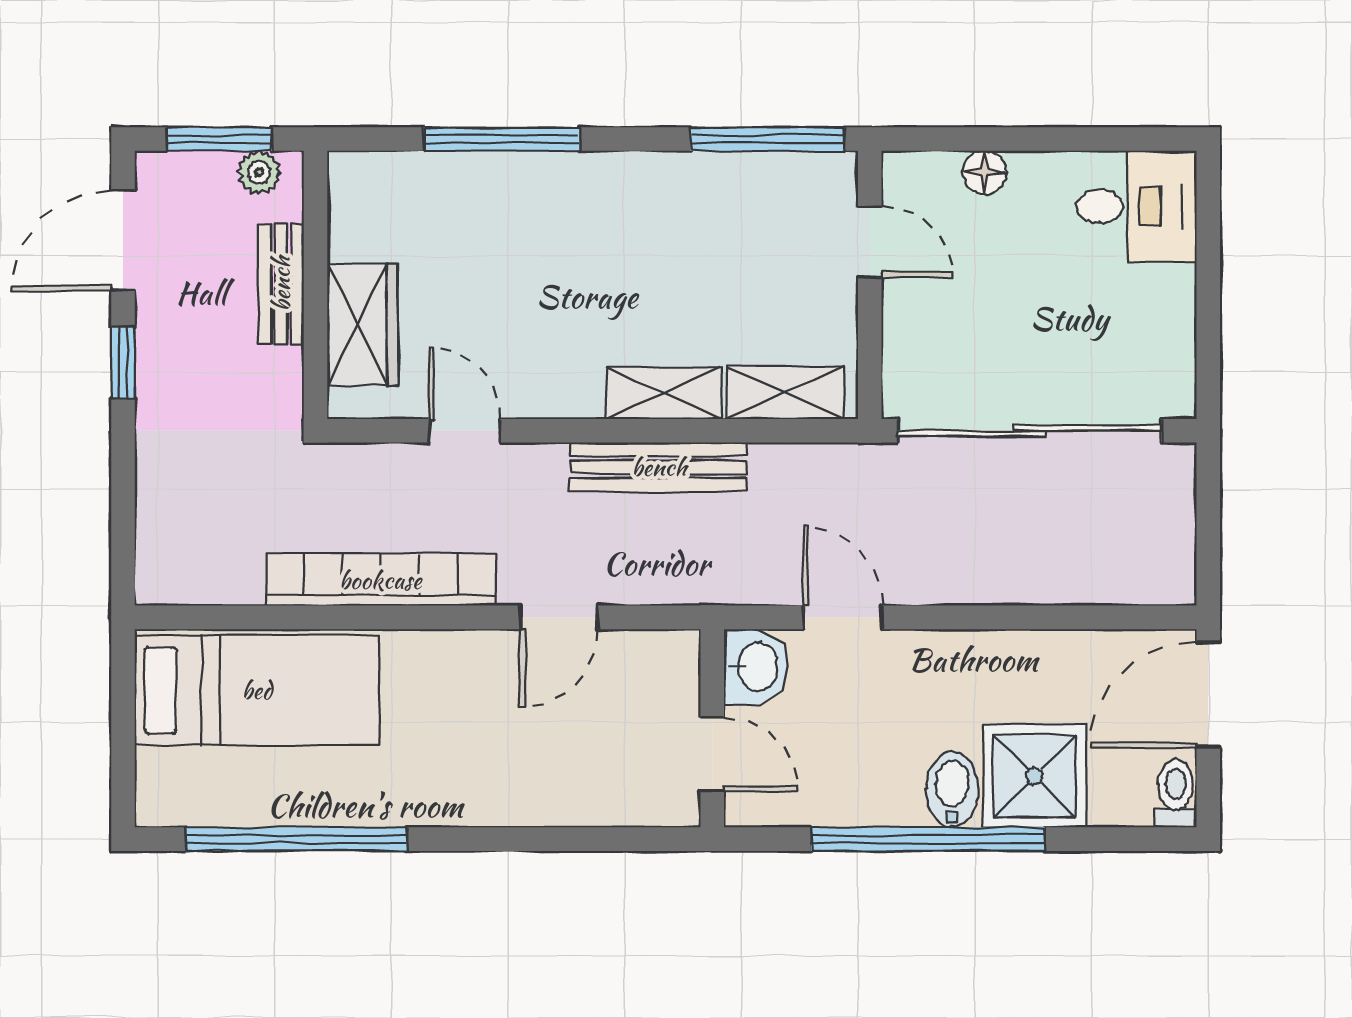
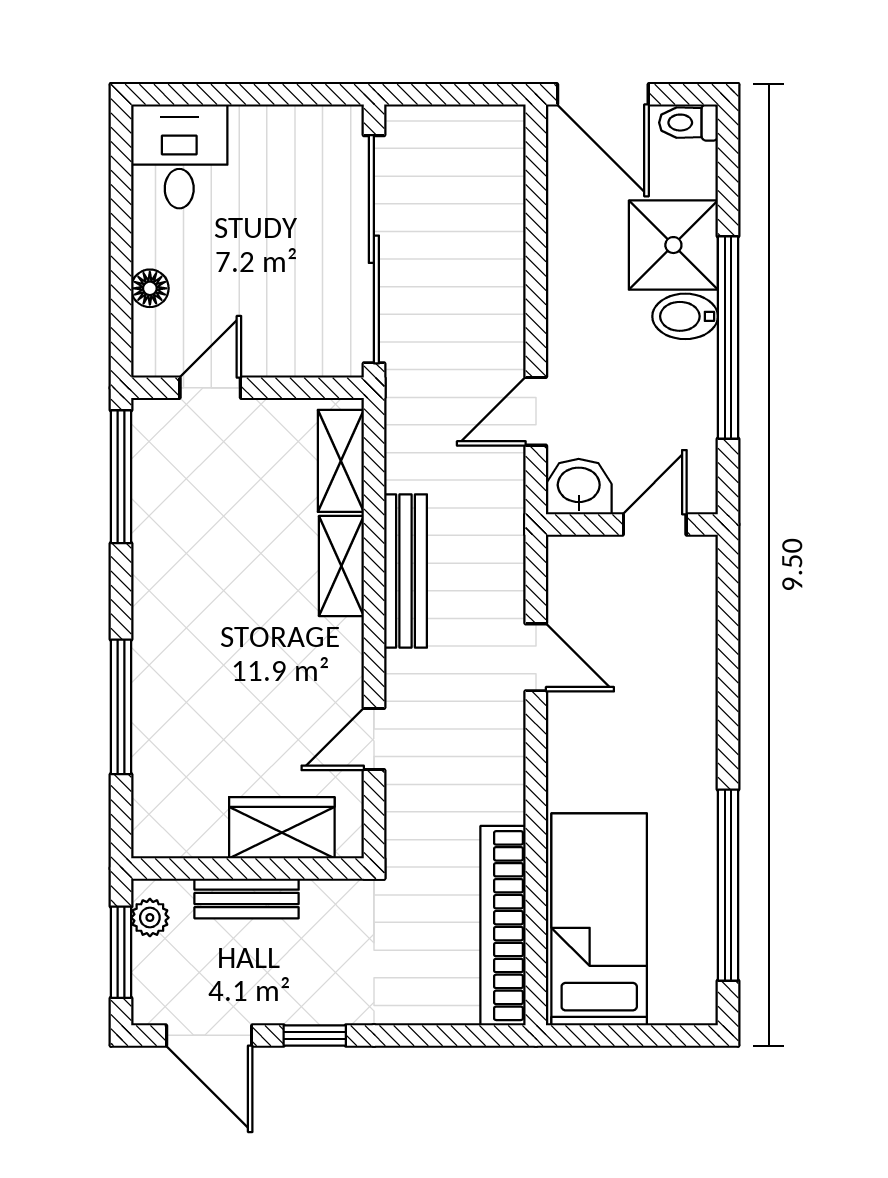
bookcase: (380, 580) -> (503, 926), moved

